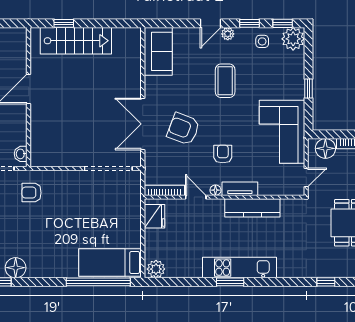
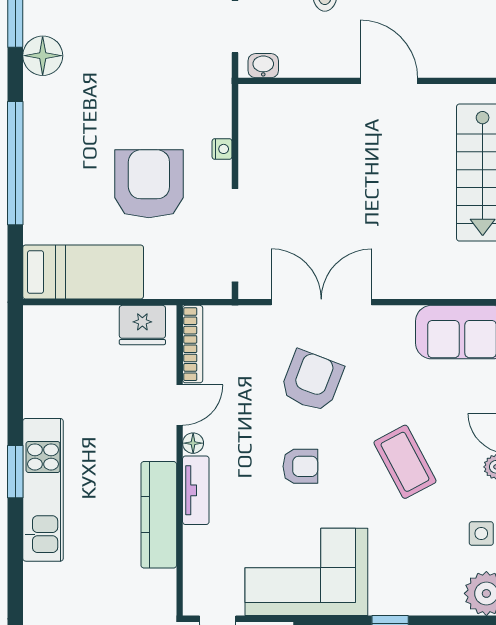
coffee table: (225, 81) -> (405, 462), turned 62
armchair: (223, 154) -> (300, 466), moved
nightstand: (64, 175) -> (222, 149), added
armchair: (32, 193) -> (149, 184), moved, width x1.88, depth x1.88
bed: (110, 263) -> (83, 272), moved, turned 90
plant: (156, 269) -> (40, 328), removed
window: (98, 282) -> (15, 163), moved

